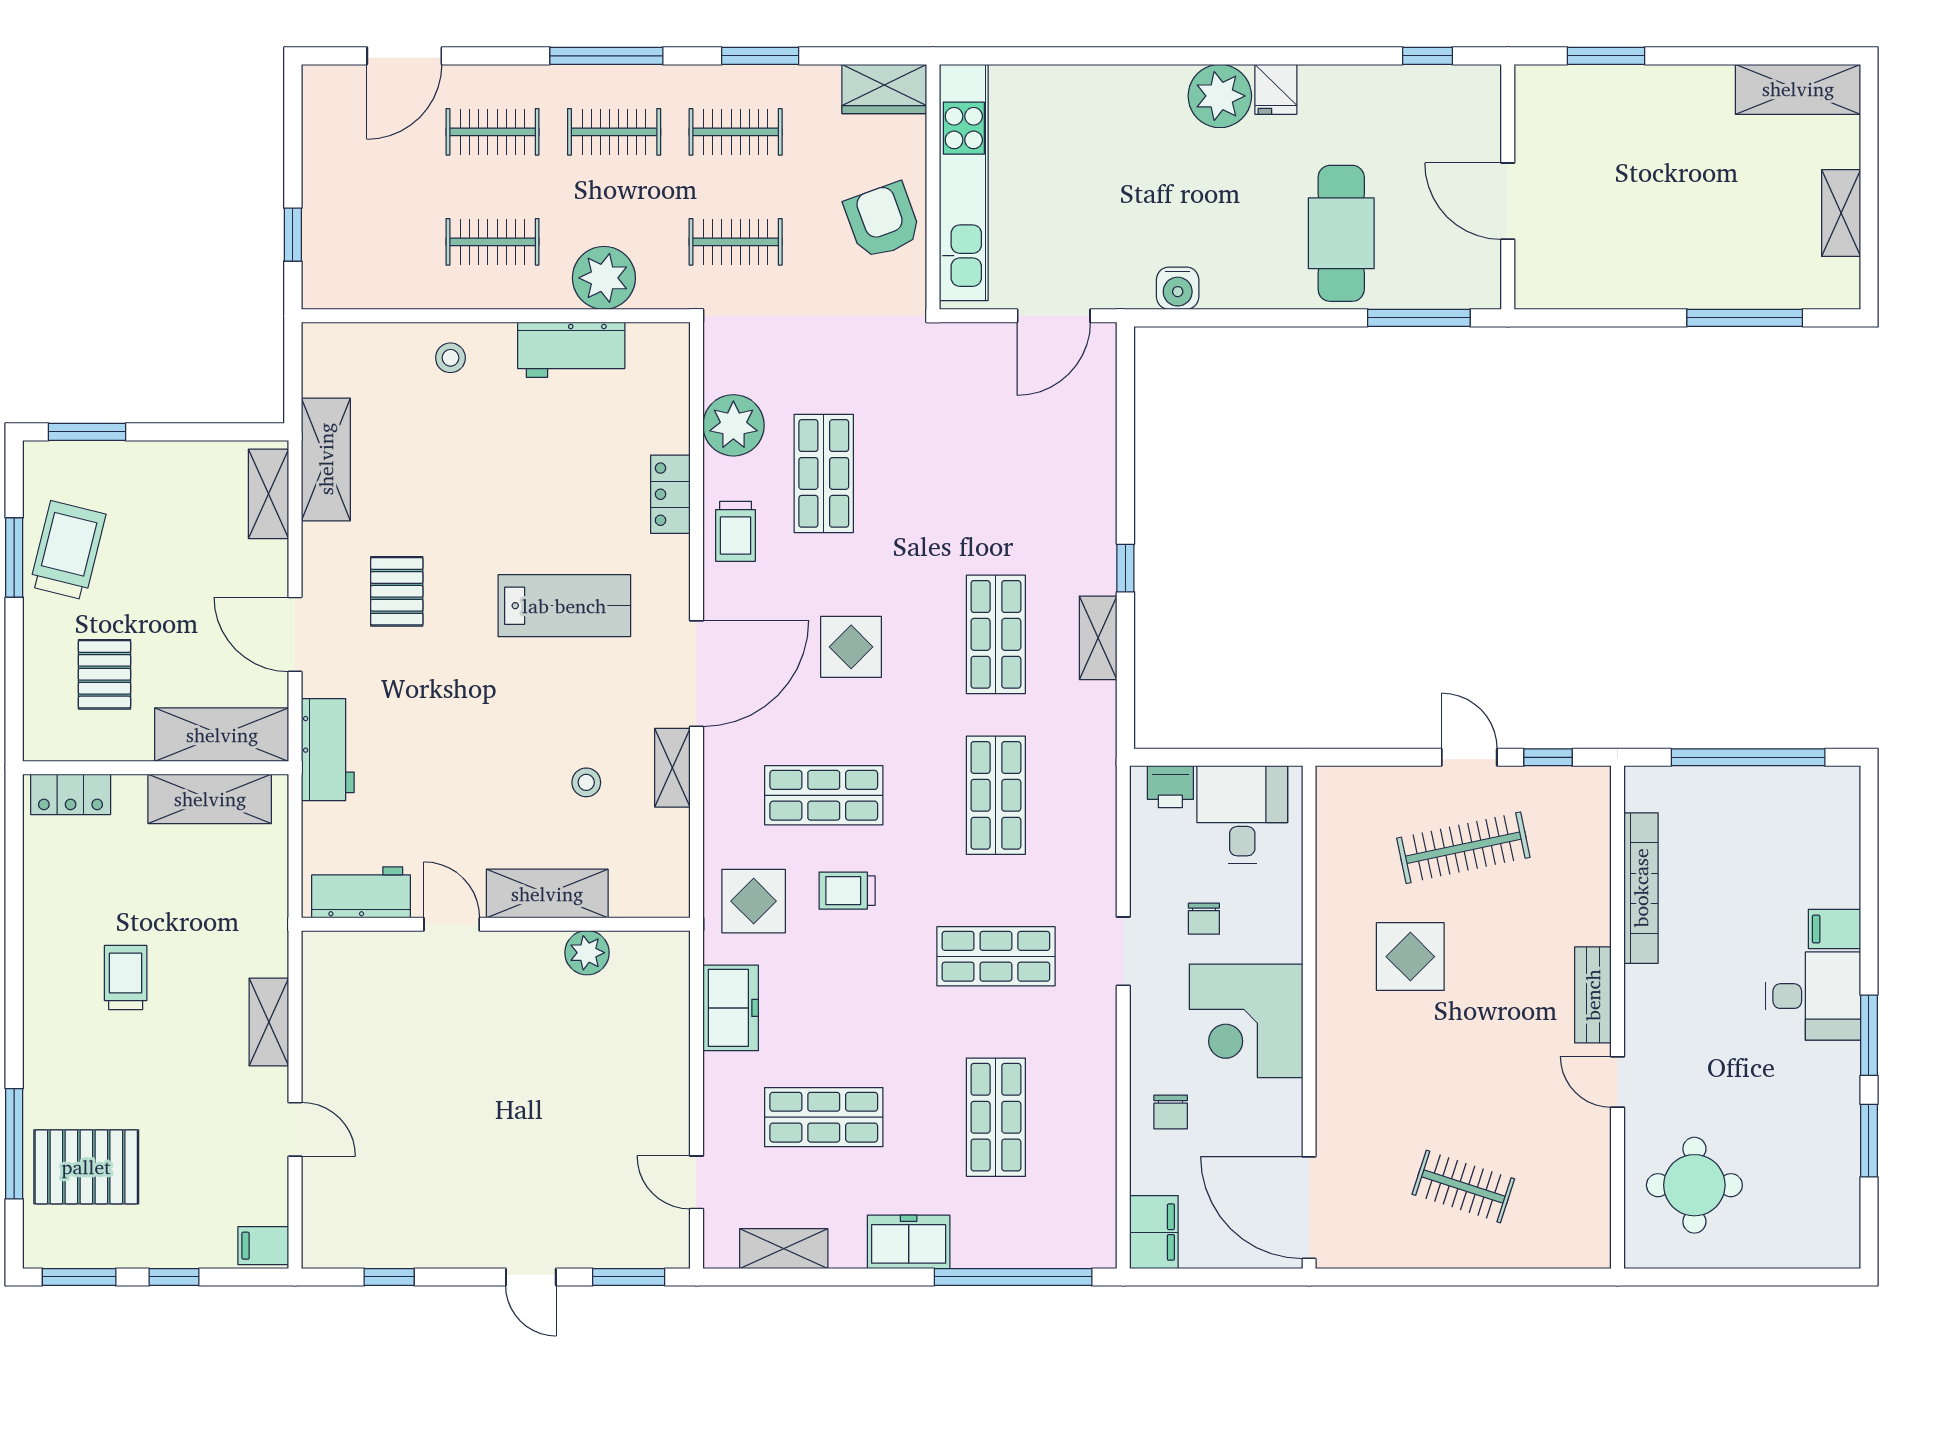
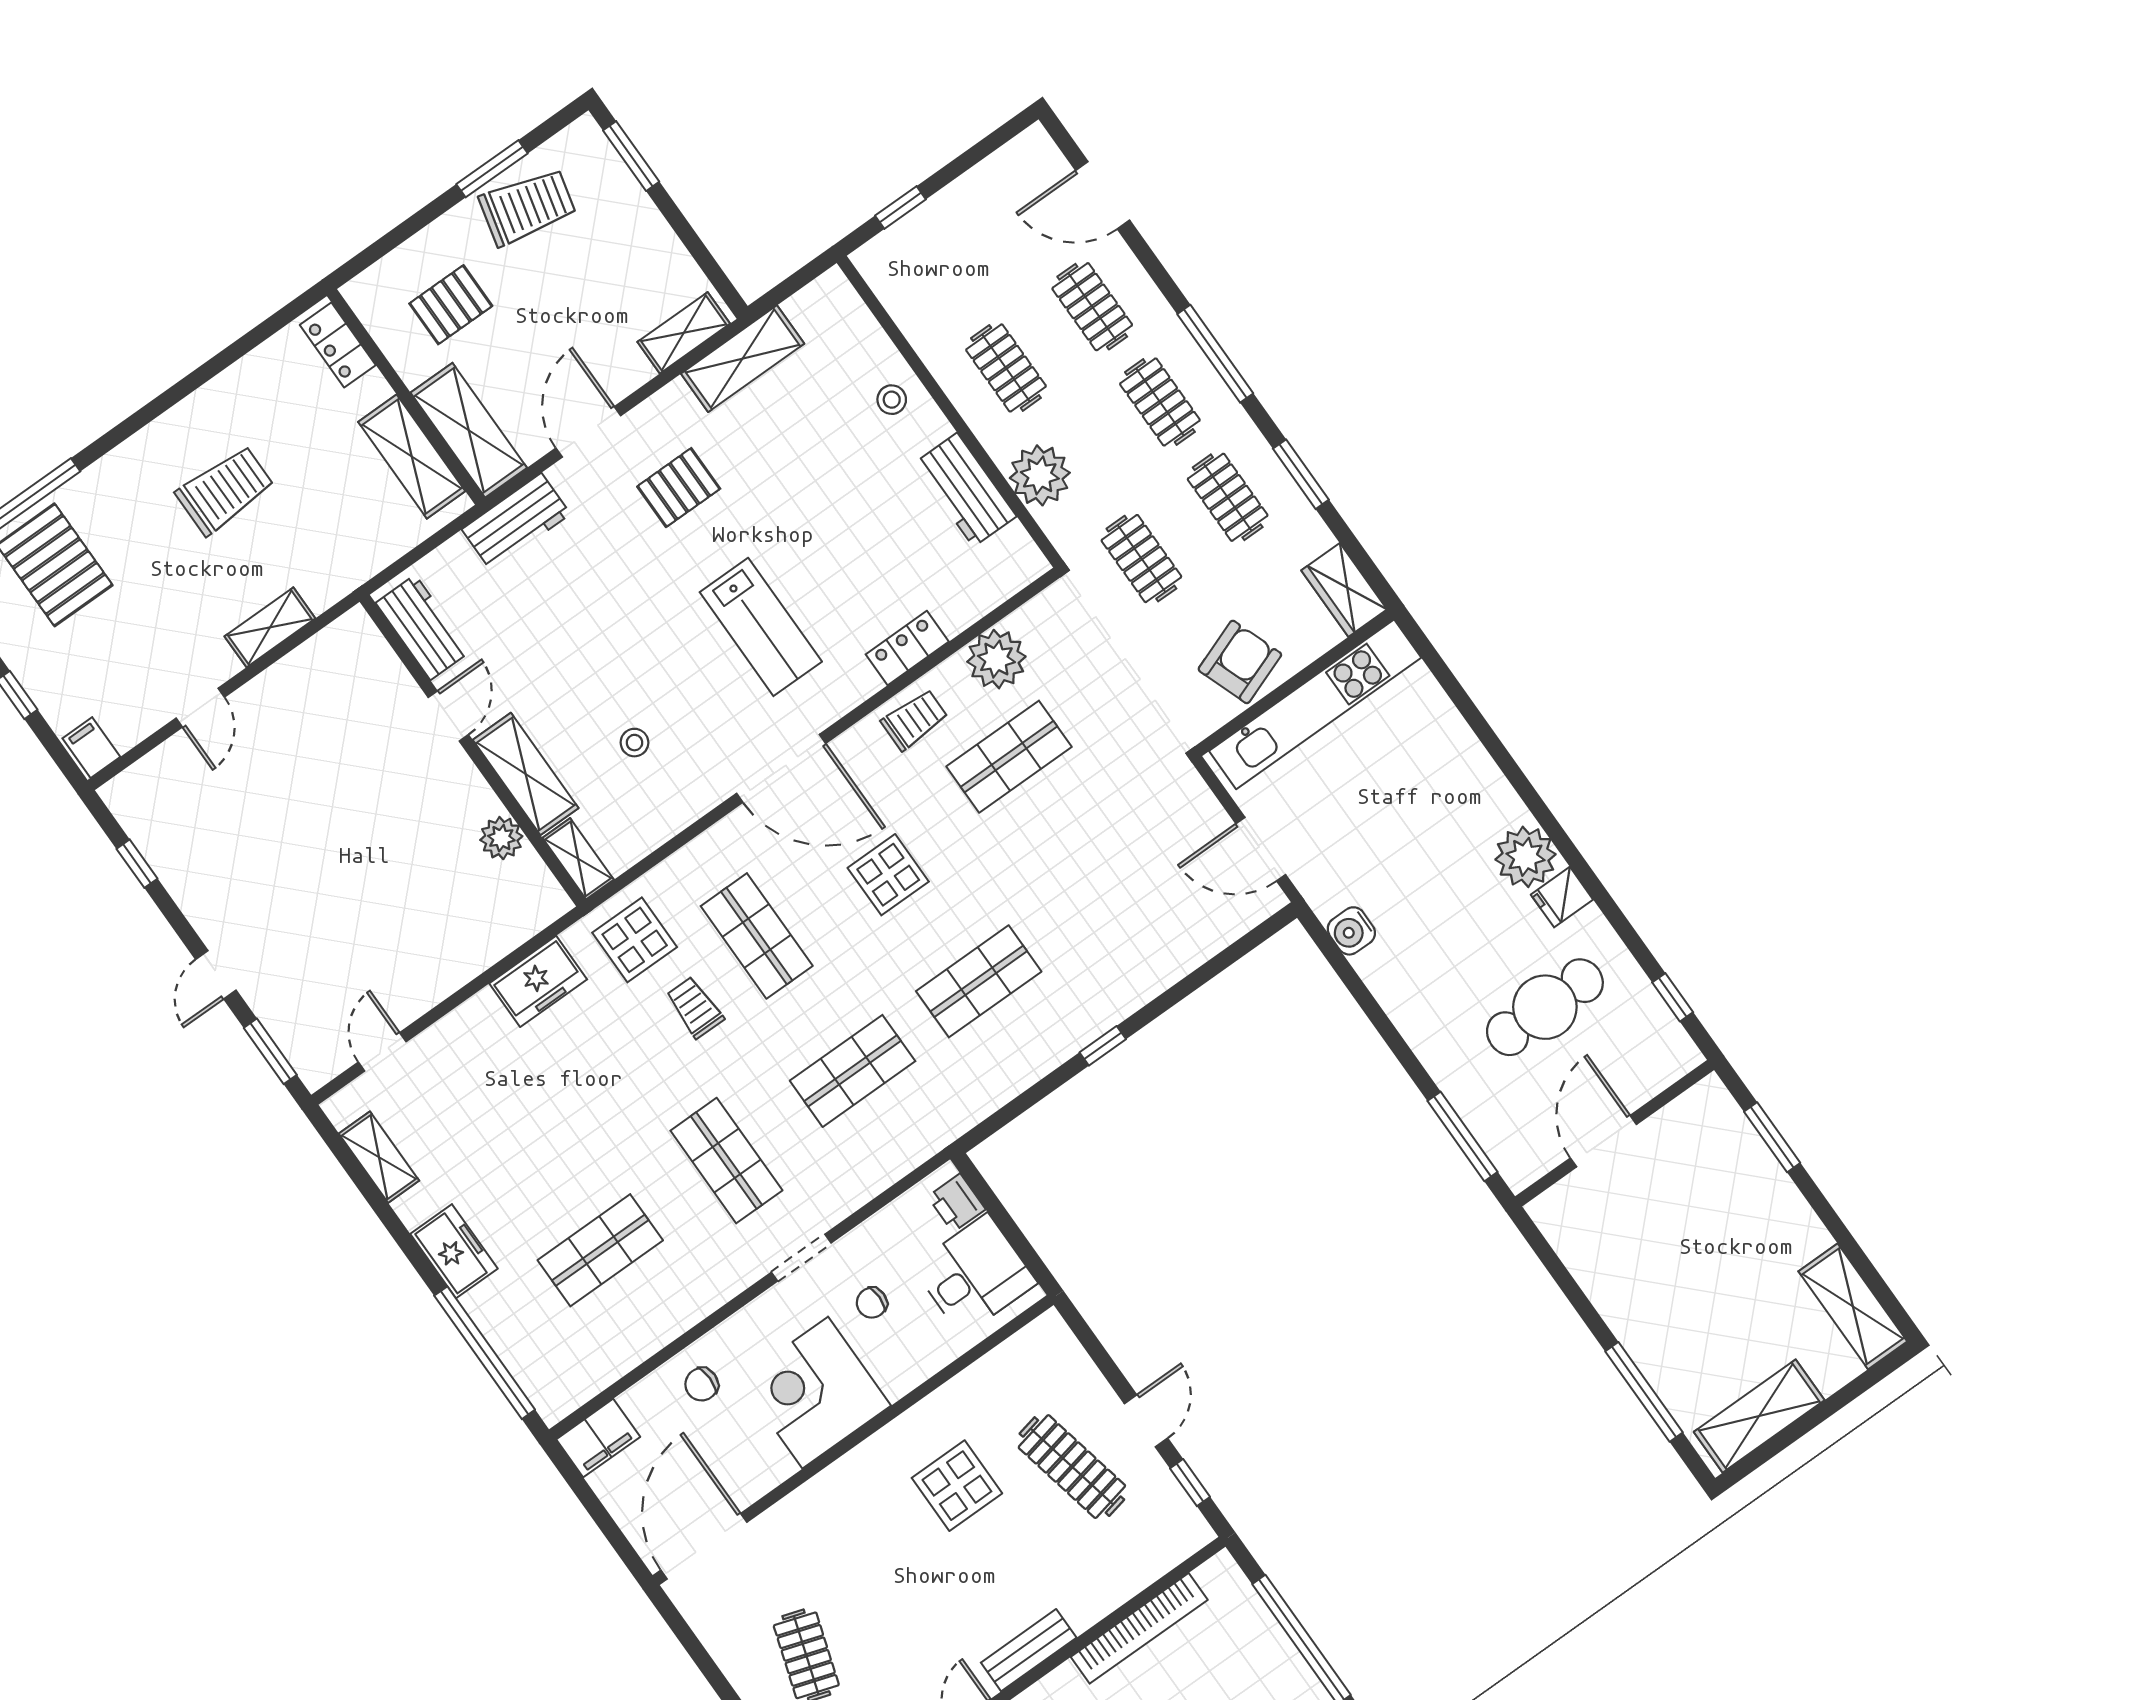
shelving: (1841, 213) -> (1759, 1416), width x1.50, depth x1.33
cafe table: (1341, 233) -> (1545, 1007), moved
trolley: (736, 531) -> (914, 720), turned 180
shelving: (1098, 638) -> (1033, 1063), removed
shelving: (672, 768) -> (578, 859), moved, turned 90
trolley: (126, 978) -> (225, 490), width x1.36, depth x1.39
shop shelf: (824, 1117) -> (504, 1115), removed

